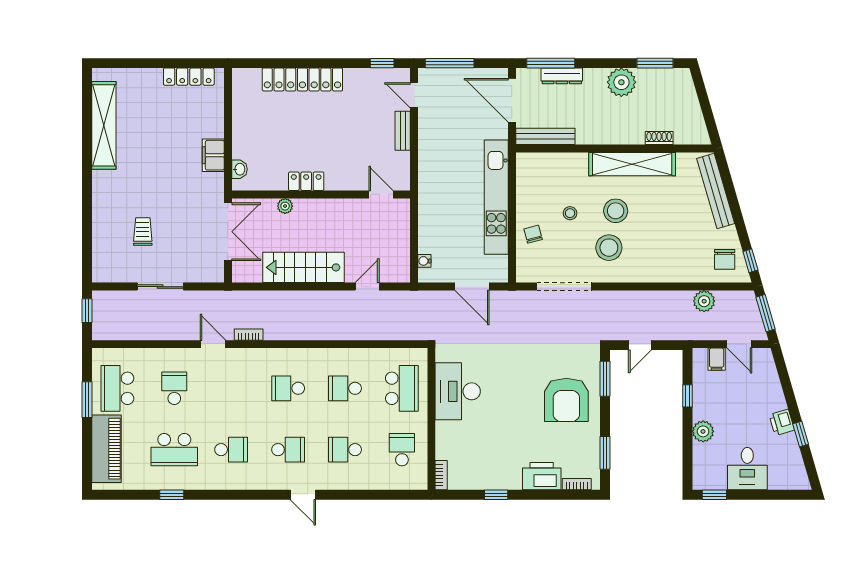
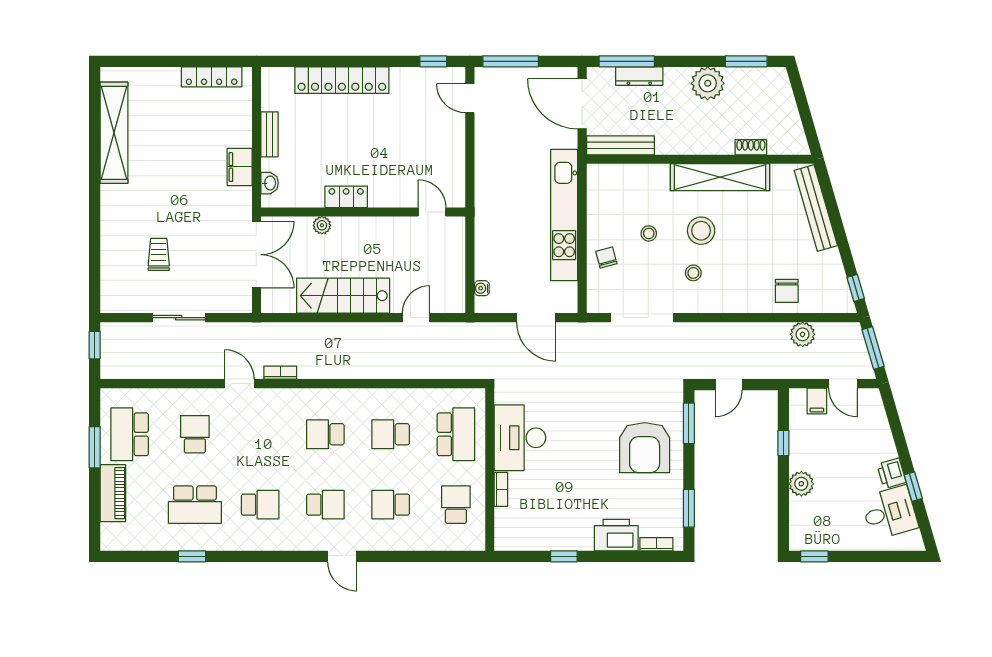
bench: (403, 131) -> (269, 134), moved
stool: (609, 248) -> (693, 273), width x0.53, depth x0.53
chair: (725, 259) -> (787, 291), moved
piano: (106, 449) -> (113, 493), width x0.73, depth x0.75
desk: (747, 469) -> (890, 513), moved, turned -106
bookcase: (441, 475) -> (501, 489), moved

